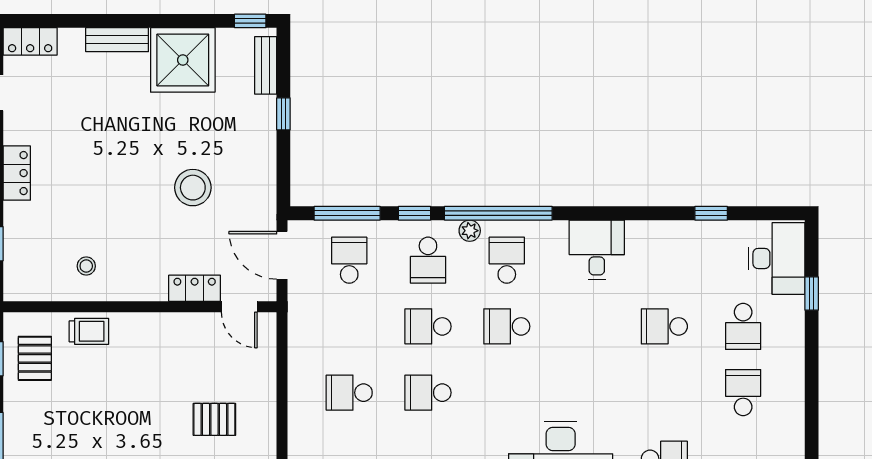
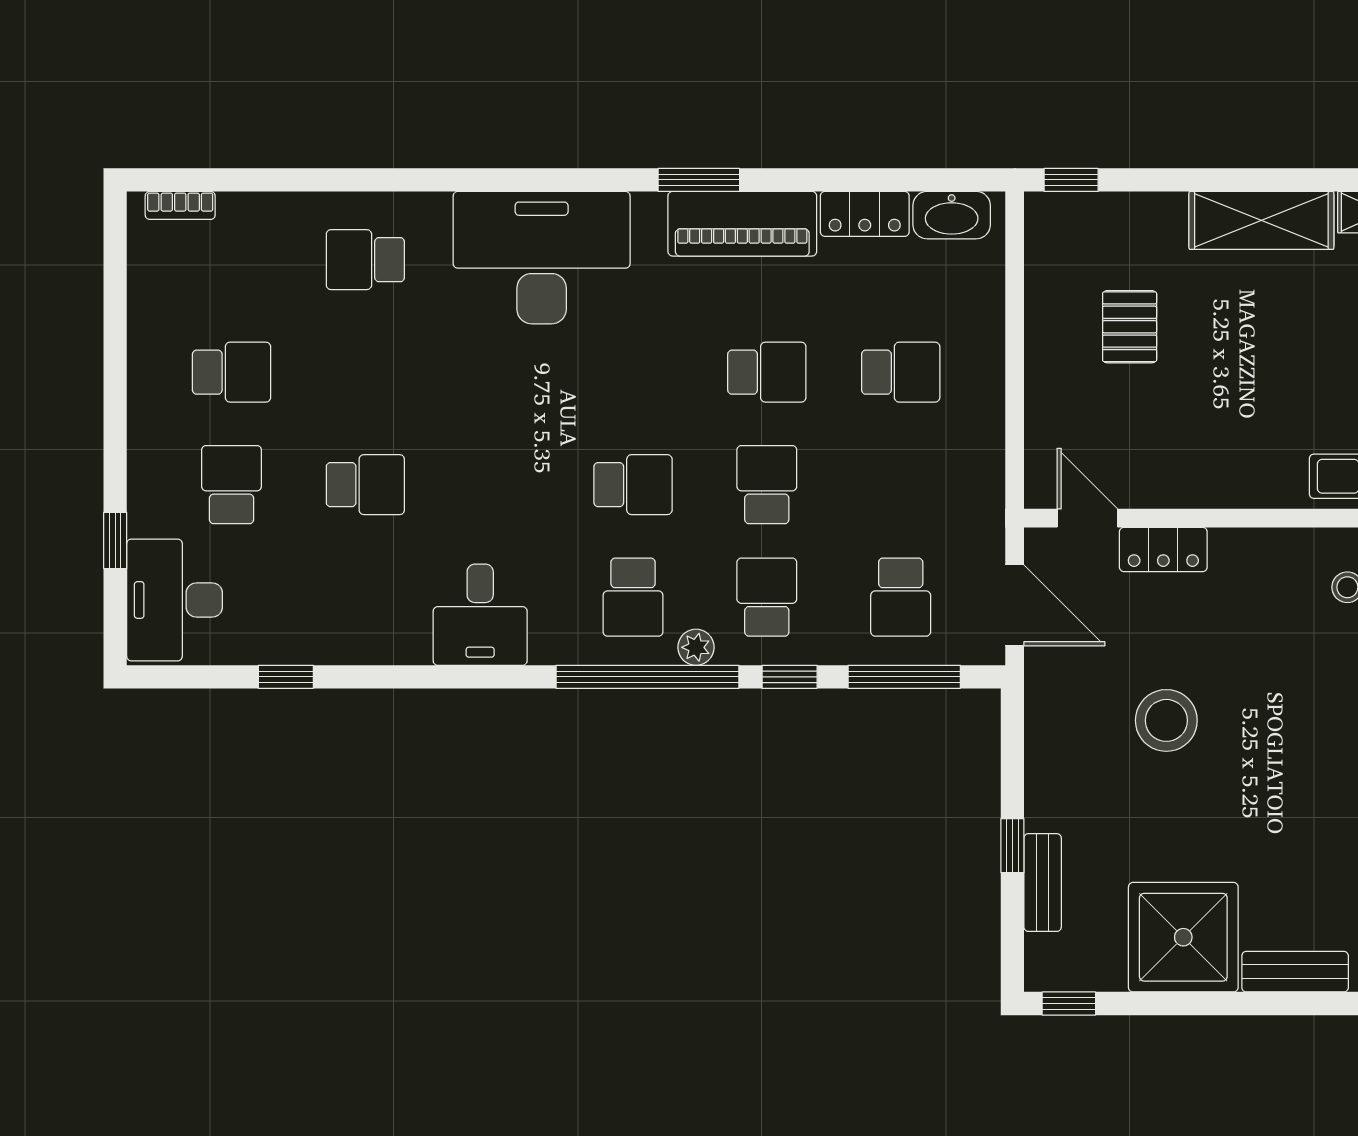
bench: (266, 65) -> (1043, 883), moved
school desk: (428, 326) -> (767, 485), turned -90
school desk: (743, 393) -> (232, 372), turned -90
pallet: (214, 419) -> (1130, 327), turned 90

